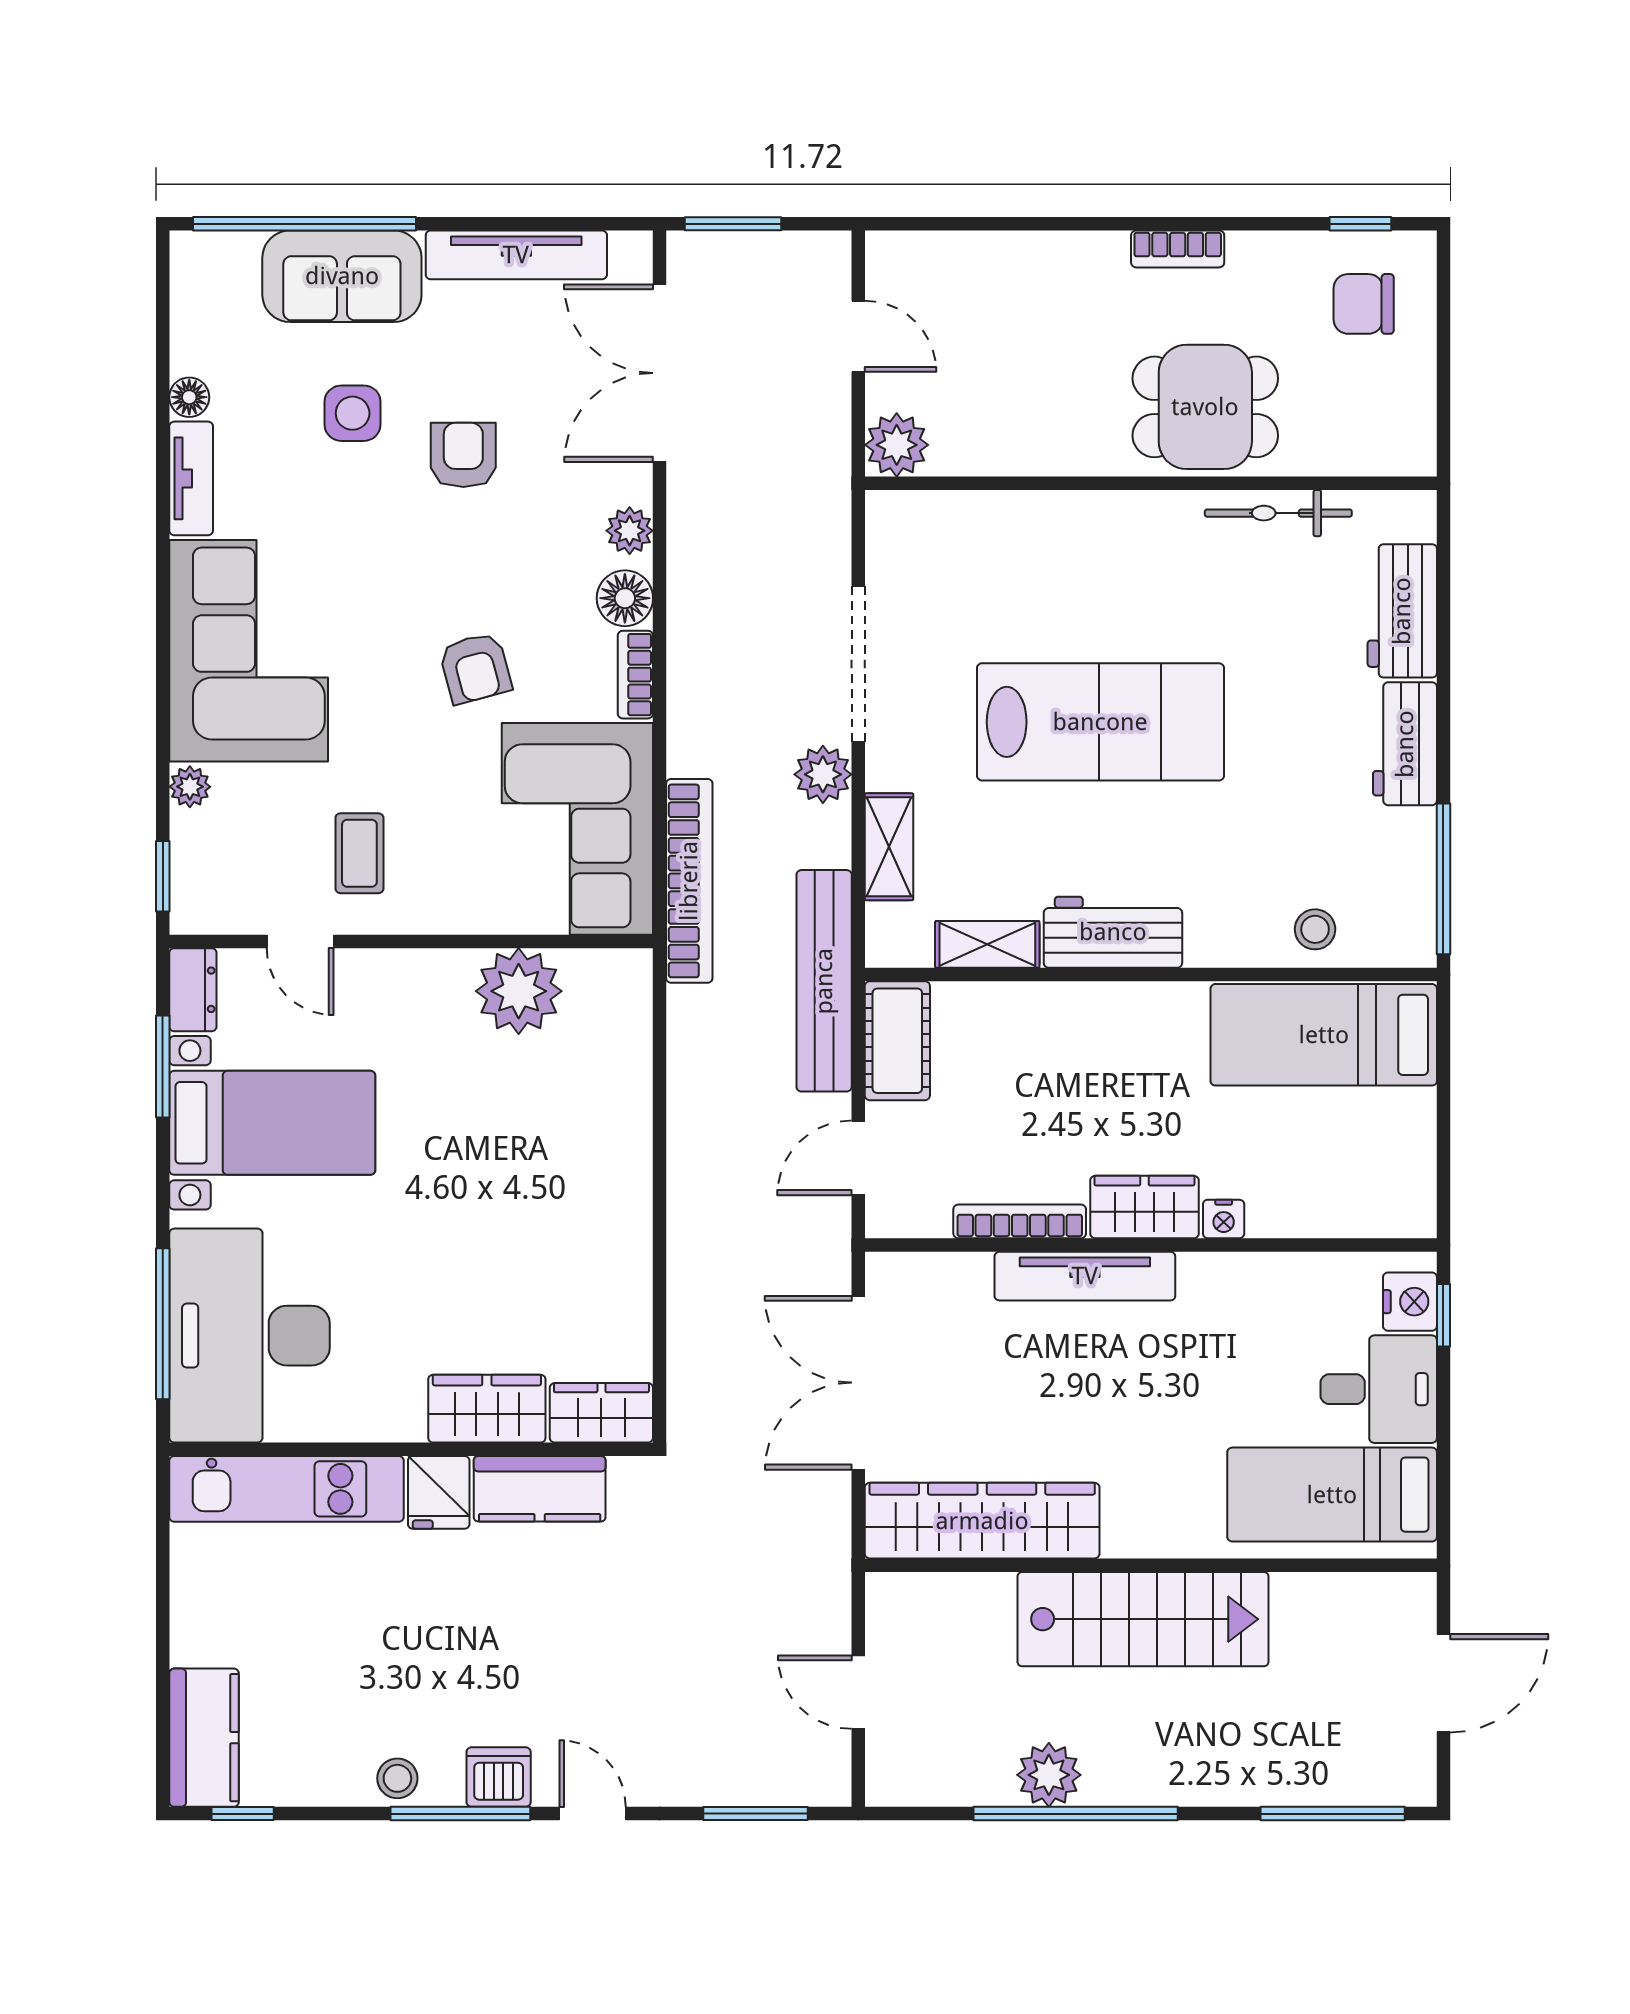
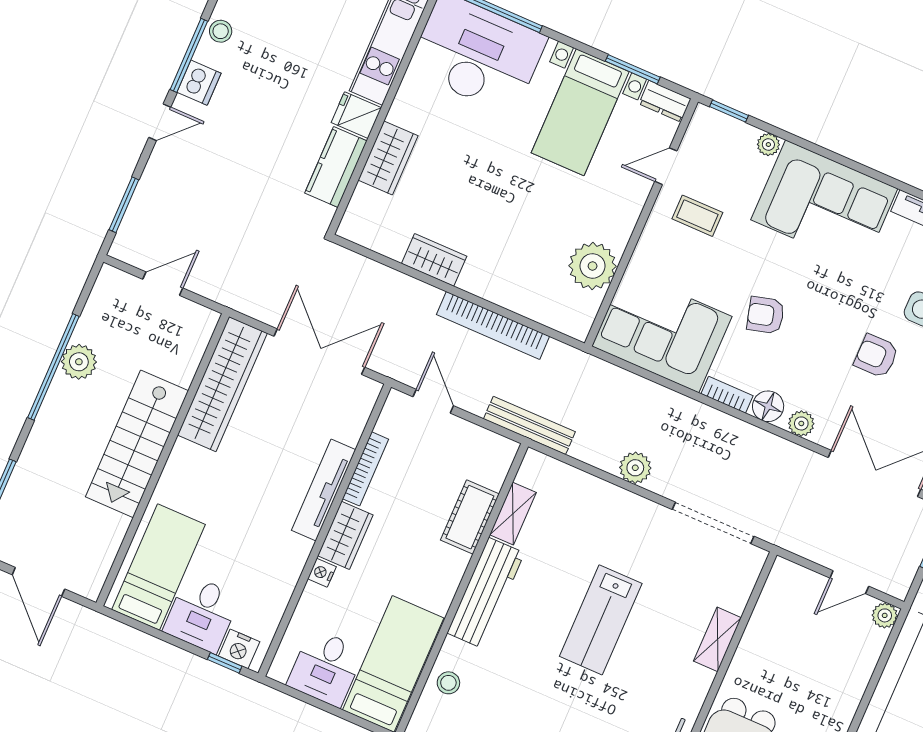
plant: (897, 445) -> (885, 615), moved, width x0.73, depth x0.73
armchair: (463, 455) -> (876, 356), turned 180
doorway: (858, 664) -> (713, 523), moved
lab bench: (1100, 722) -> (601, 620), width x0.73, depth x0.72
shelving: (889, 847) -> (717, 639), moved, turned 90
bookcase: (689, 881) -> (493, 325), moved
workbench: (1113, 932) -> (486, 593), width x1.37
bench: (824, 981) -> (529, 425), width x0.73, depth x0.82
cot: (897, 1041) -> (470, 517), moved, turned 90
desk: (1379, 1144) -> (326, 668), added
wardrobe: (601, 1413) -> (434, 260), moved, turned -90

